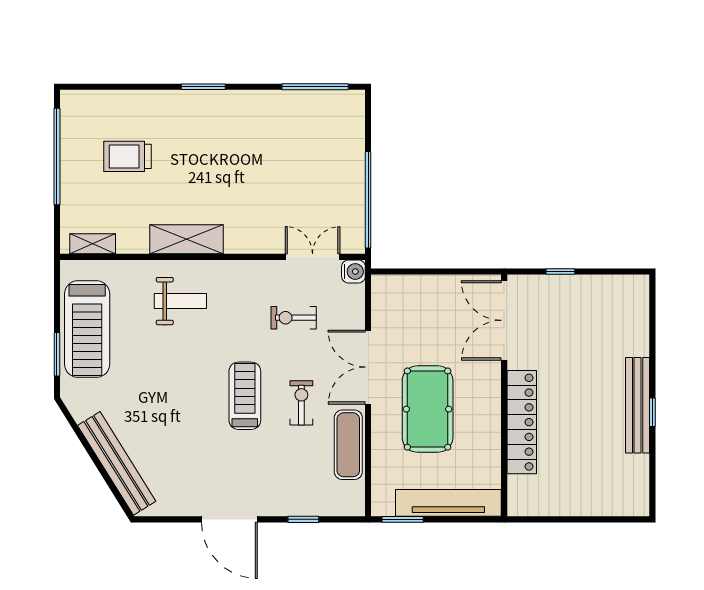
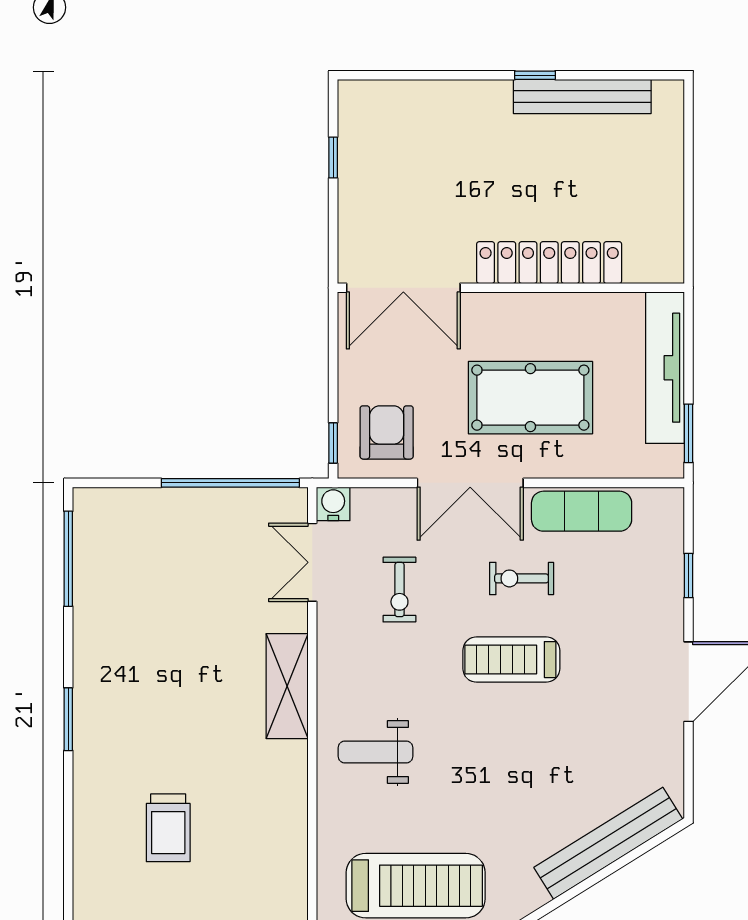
shelving: (186, 239) -> (287, 686), moved
shelving: (93, 244) -> (293, 878), removed
window: (396, 271) -> (333, 443), added
window: (560, 271) -> (333, 158), moved
weight bench: (180, 301) -> (376, 752), turned -90
armchair: (403, 309) -> (387, 432), added
bench: (638, 405) -> (582, 97), moved

